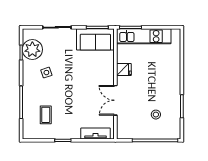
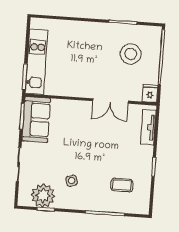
fridge: (124, 70) -> (150, 94), moved
stool: (156, 115) -> (131, 54), width x1.89, depth x1.89

